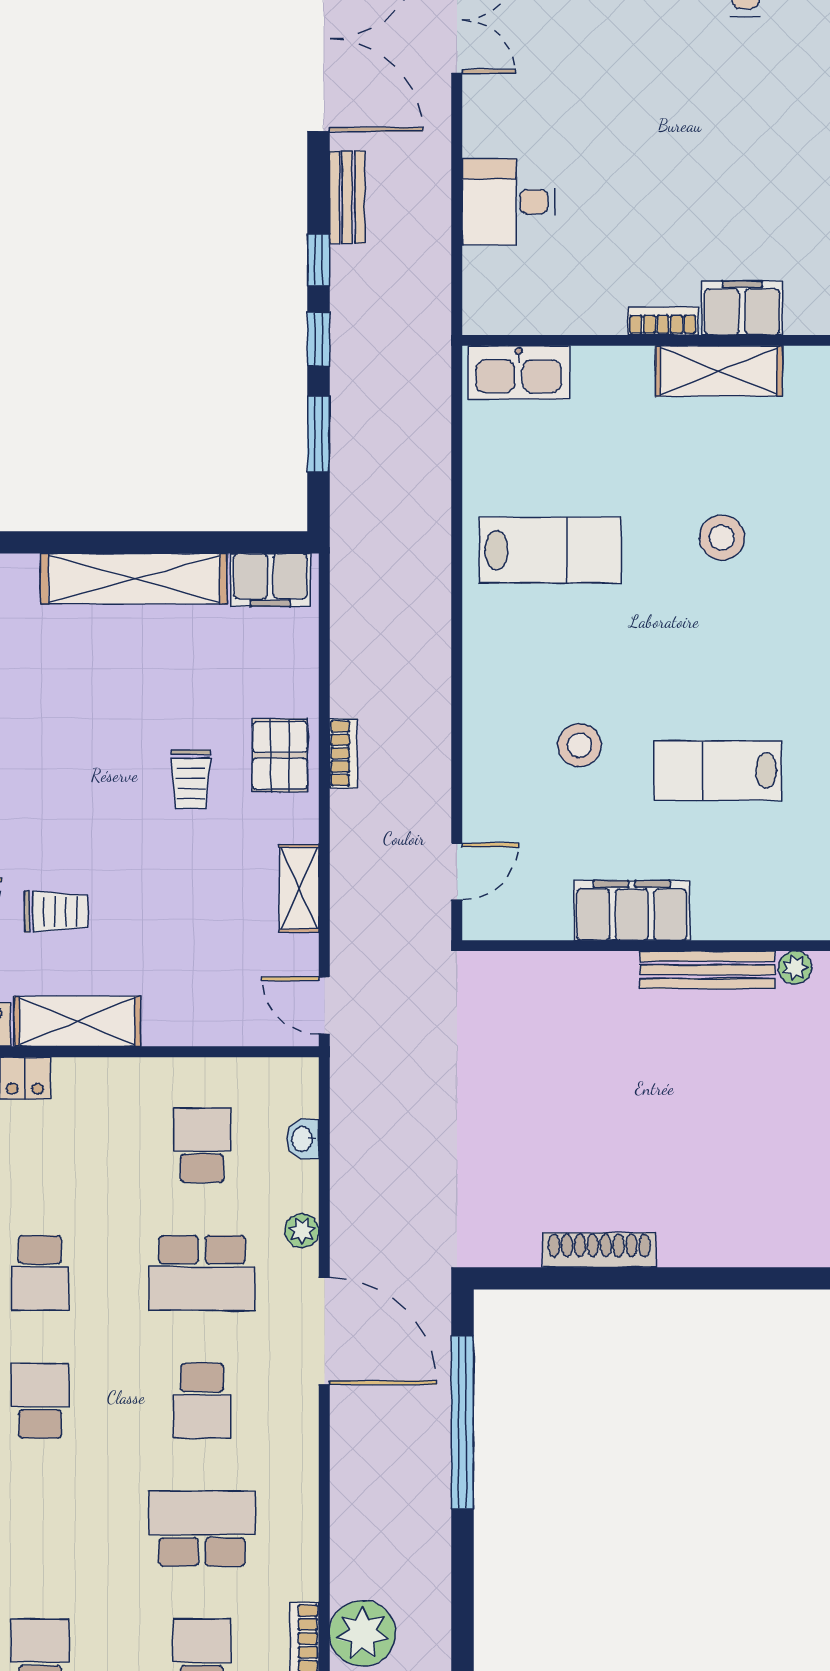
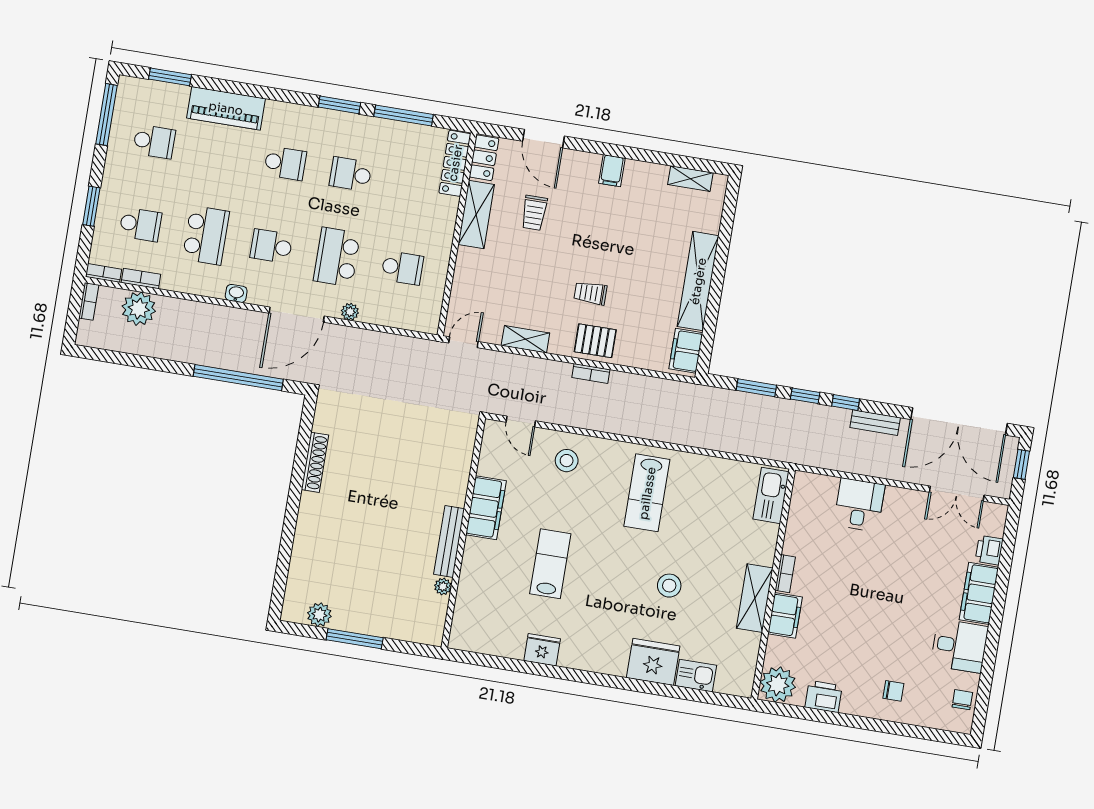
lab bench: (550, 550) -> (647, 493), moved
stool: (579, 745) -> (567, 461), moved
washbasin: (303, 1139) -> (236, 293), moved

